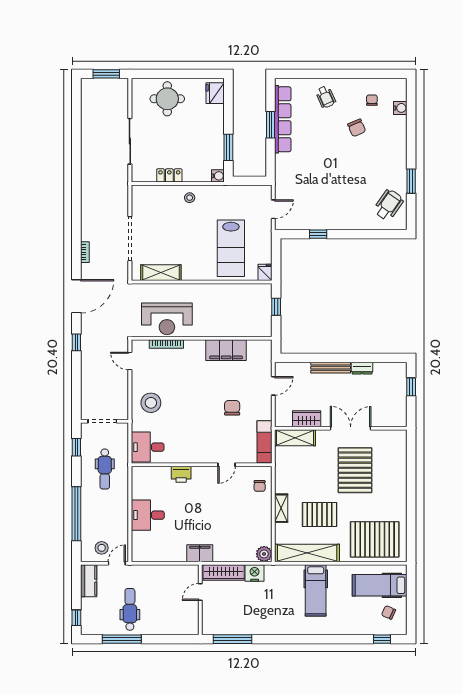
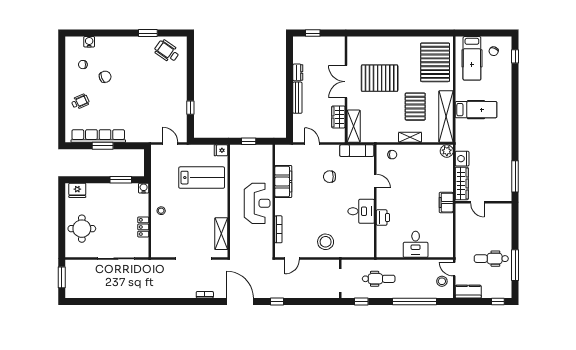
reception desk: (167, 319) -> (257, 203), moved
desk: (148, 447) -> (361, 211), moved, turned -90

